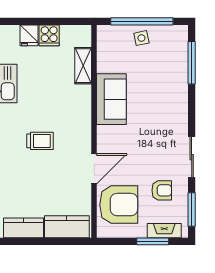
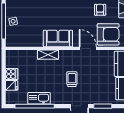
shelving: (83, 66) -> (48, 55), moved
sofa: (111, 99) -> (58, 38), moved
armchair: (119, 205) -> (108, 34), turned 90

